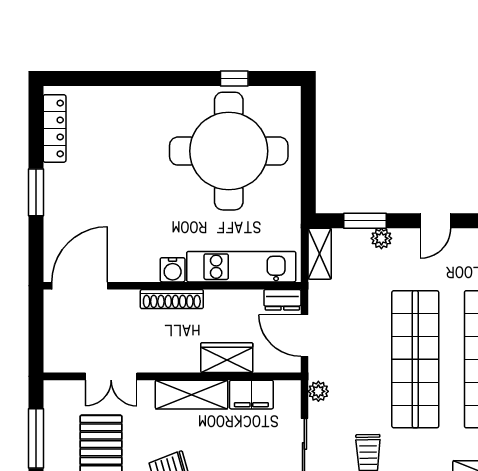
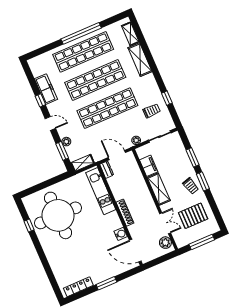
water cooler: (173, 270) -> (121, 234), moved
door: (304, 335) -> (117, 155), swing flipped
wardrobe: (227, 358) -> (138, 181), removed
plant: (69, 359) -> (165, 243), added

